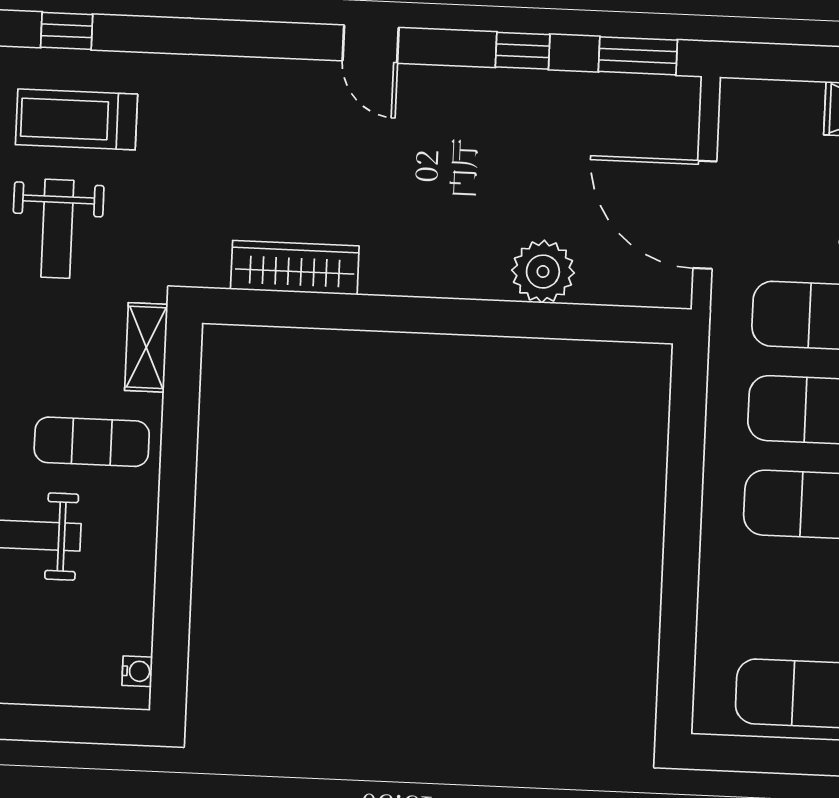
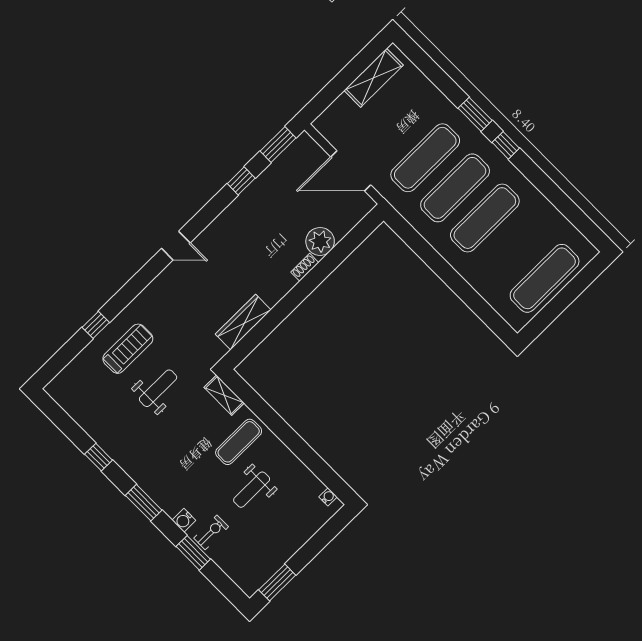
door: (371, 44) -> (176, 246), moved
treadmill: (76, 119) -> (128, 349), turned 180
weight bench: (57, 229) -> (158, 388), turned -90
shoe rack: (477, 286) -> (305, 267), added

